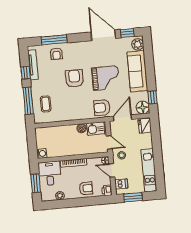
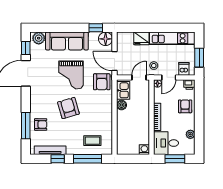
armchair: (74, 78) -> (68, 108), turned 74
grand piano: (106, 78) -> (71, 75), turned 180
fridge: (145, 126) -> (141, 38), moved

